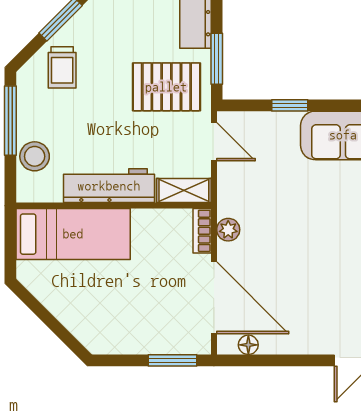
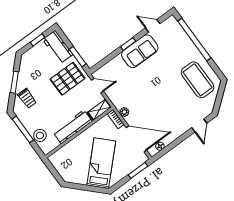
window: (290, 105) -> (128, 44), moved
bed: (73, 234) -> (101, 163), moved, turned -45

